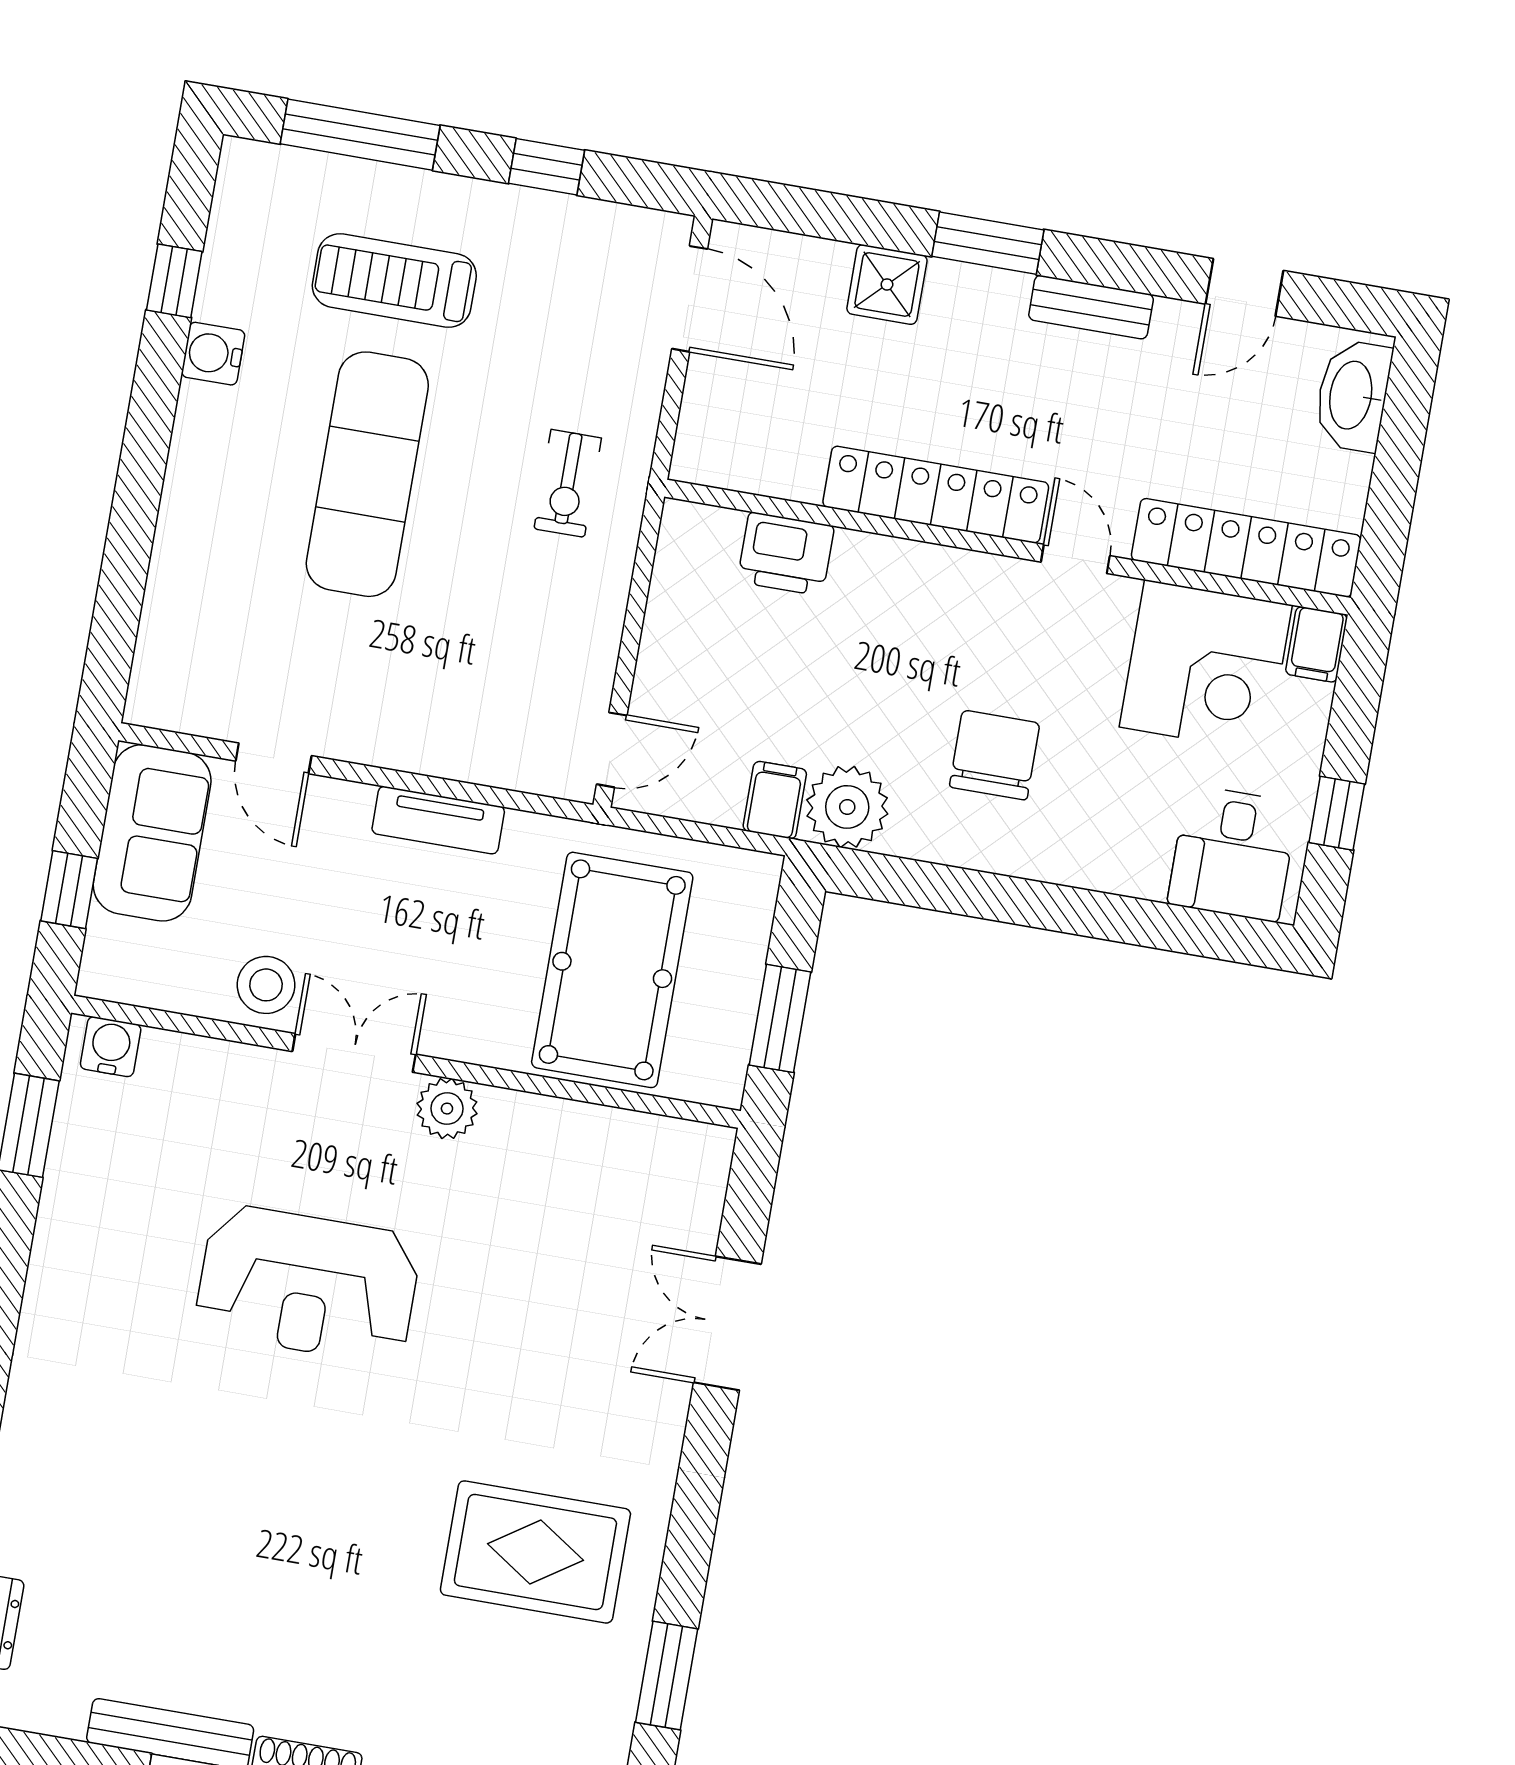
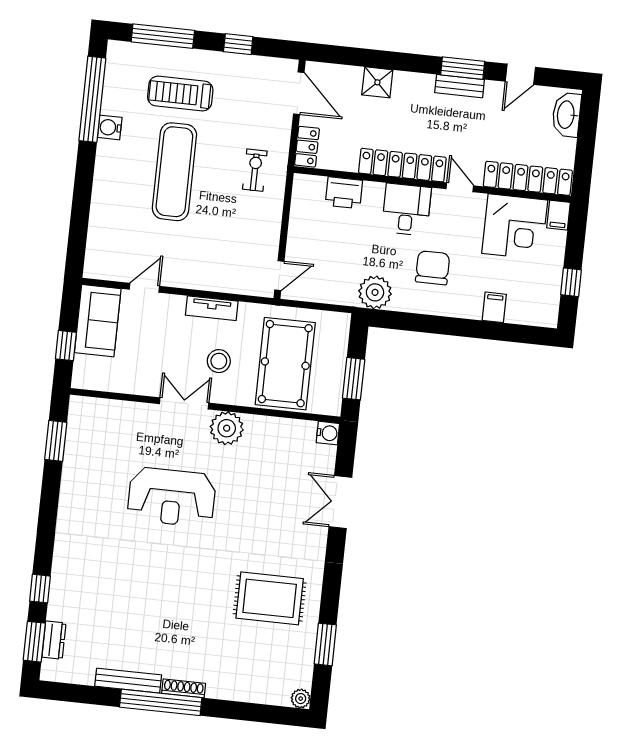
window: (988, 243) -> (463, 68), moved
window: (174, 281) -> (92, 99), width x3.17
locker: (701, 433) -> (307, 147), added
exercise bike: (568, 483) -> (255, 170), turned 180
door: (274, 758) -> (144, 288), swing flipped
filing cabinet: (775, 800) -> (494, 307), moved
desk: (1233, 853) -> (406, 210), moved, turned 180
stool: (266, 985) -> (219, 361), moved
water cooler: (111, 1047) -> (328, 433), moved, turned 90
plant: (447, 1109) -> (227, 428), width x1.36, depth x1.36

